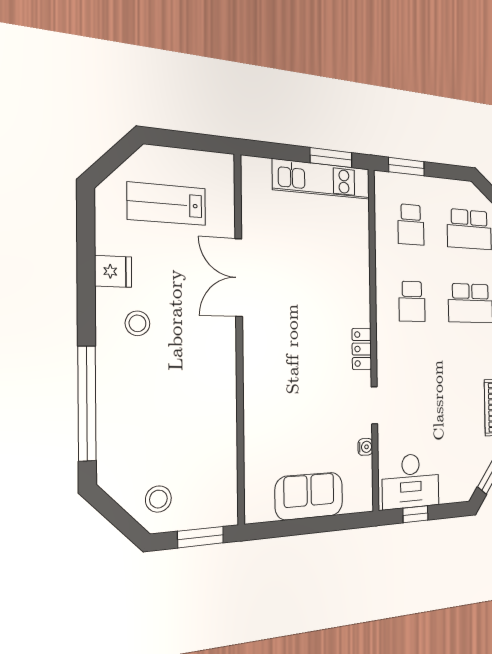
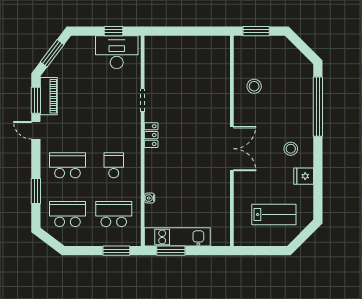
school desk: (411, 225) -> (114, 214), width x1.85
double door: (239, 278) -> (232, 149), moved
water cooler: (365, 447) -> (150, 198), moved
sofa: (309, 496) -> (189, 48), removed
stool: (158, 499) -> (254, 86), moved

